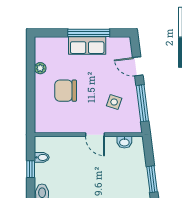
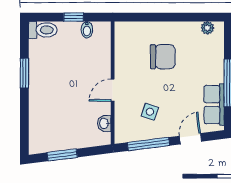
row of seats: (87, 45) -> (214, 105), moved
plant: (40, 68) -> (207, 28), moved
chair: (66, 91) -> (163, 57), turned 90

